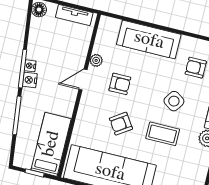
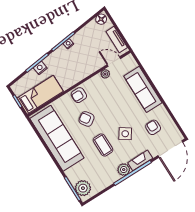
nightstand: (30, 80) -> (40, 68), moved
door: (83, 80) -> (114, 62), moved
armchair: (120, 84) -> (79, 95), moved, turned 90

